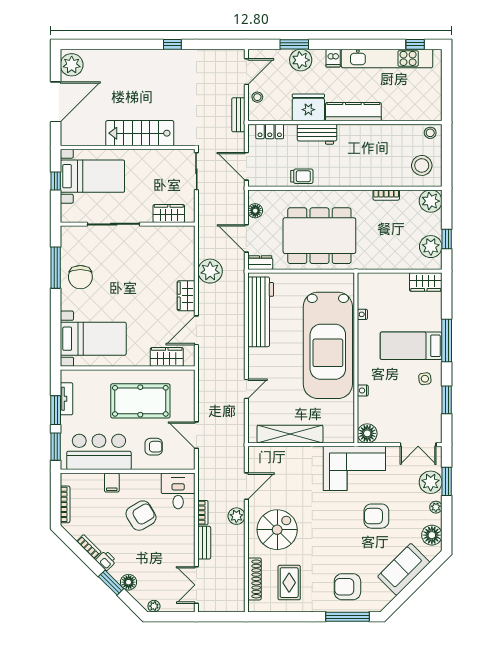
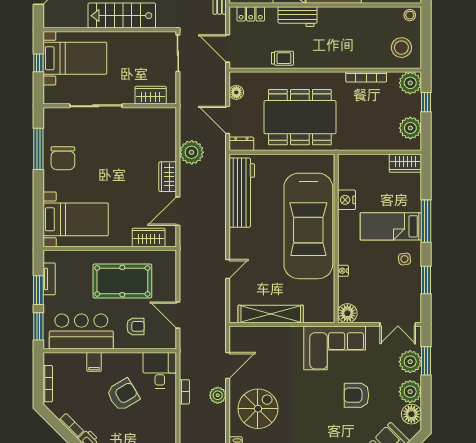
bookcase: (386, 195) -> (366, 77), width x1.56
window: (447, 239) -> (426, 102), moved
nightstand: (362, 314) -> (347, 200), width x1.89, depth x1.79
plant: (436, 507) -> (410, 392), width x1.88, depth x1.88
bench: (204, 543) -> (186, 422), removed

